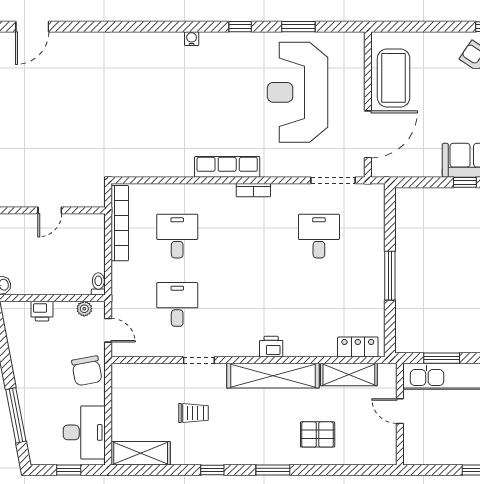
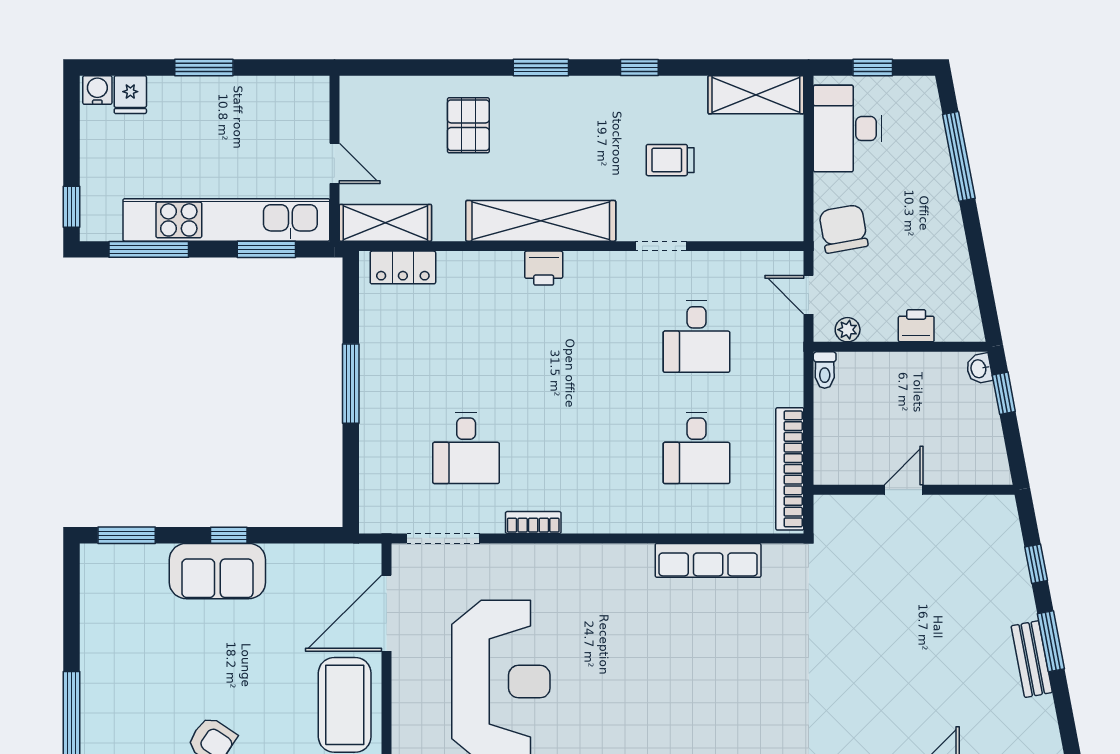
row of seats: (227, 167) -> (708, 560), moved
bookcase: (253, 190) -> (533, 522), moved
shelving: (349, 374) -> (385, 223), moved
pallet: (318, 434) -> (468, 125), turned 90

